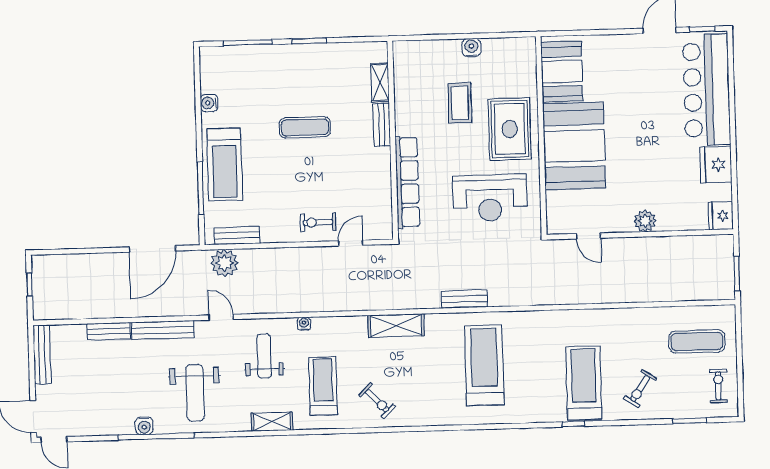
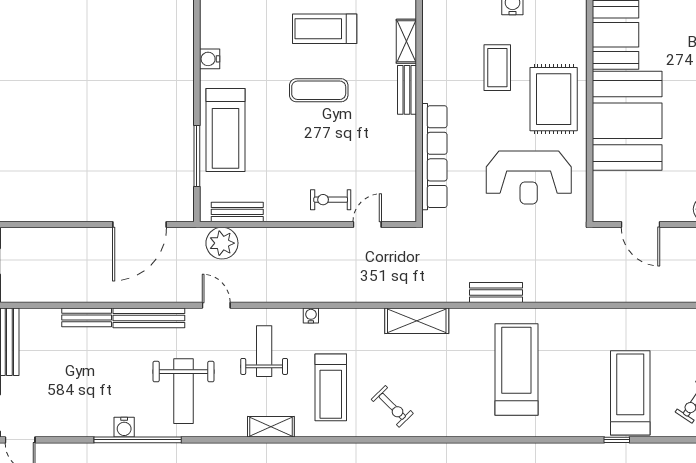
treadmill: (308, 74) -> (325, 29), added
door: (588, 236) -> (640, 225), width x1.38
treadmill: (323, 386) -> (331, 387), turned 180

